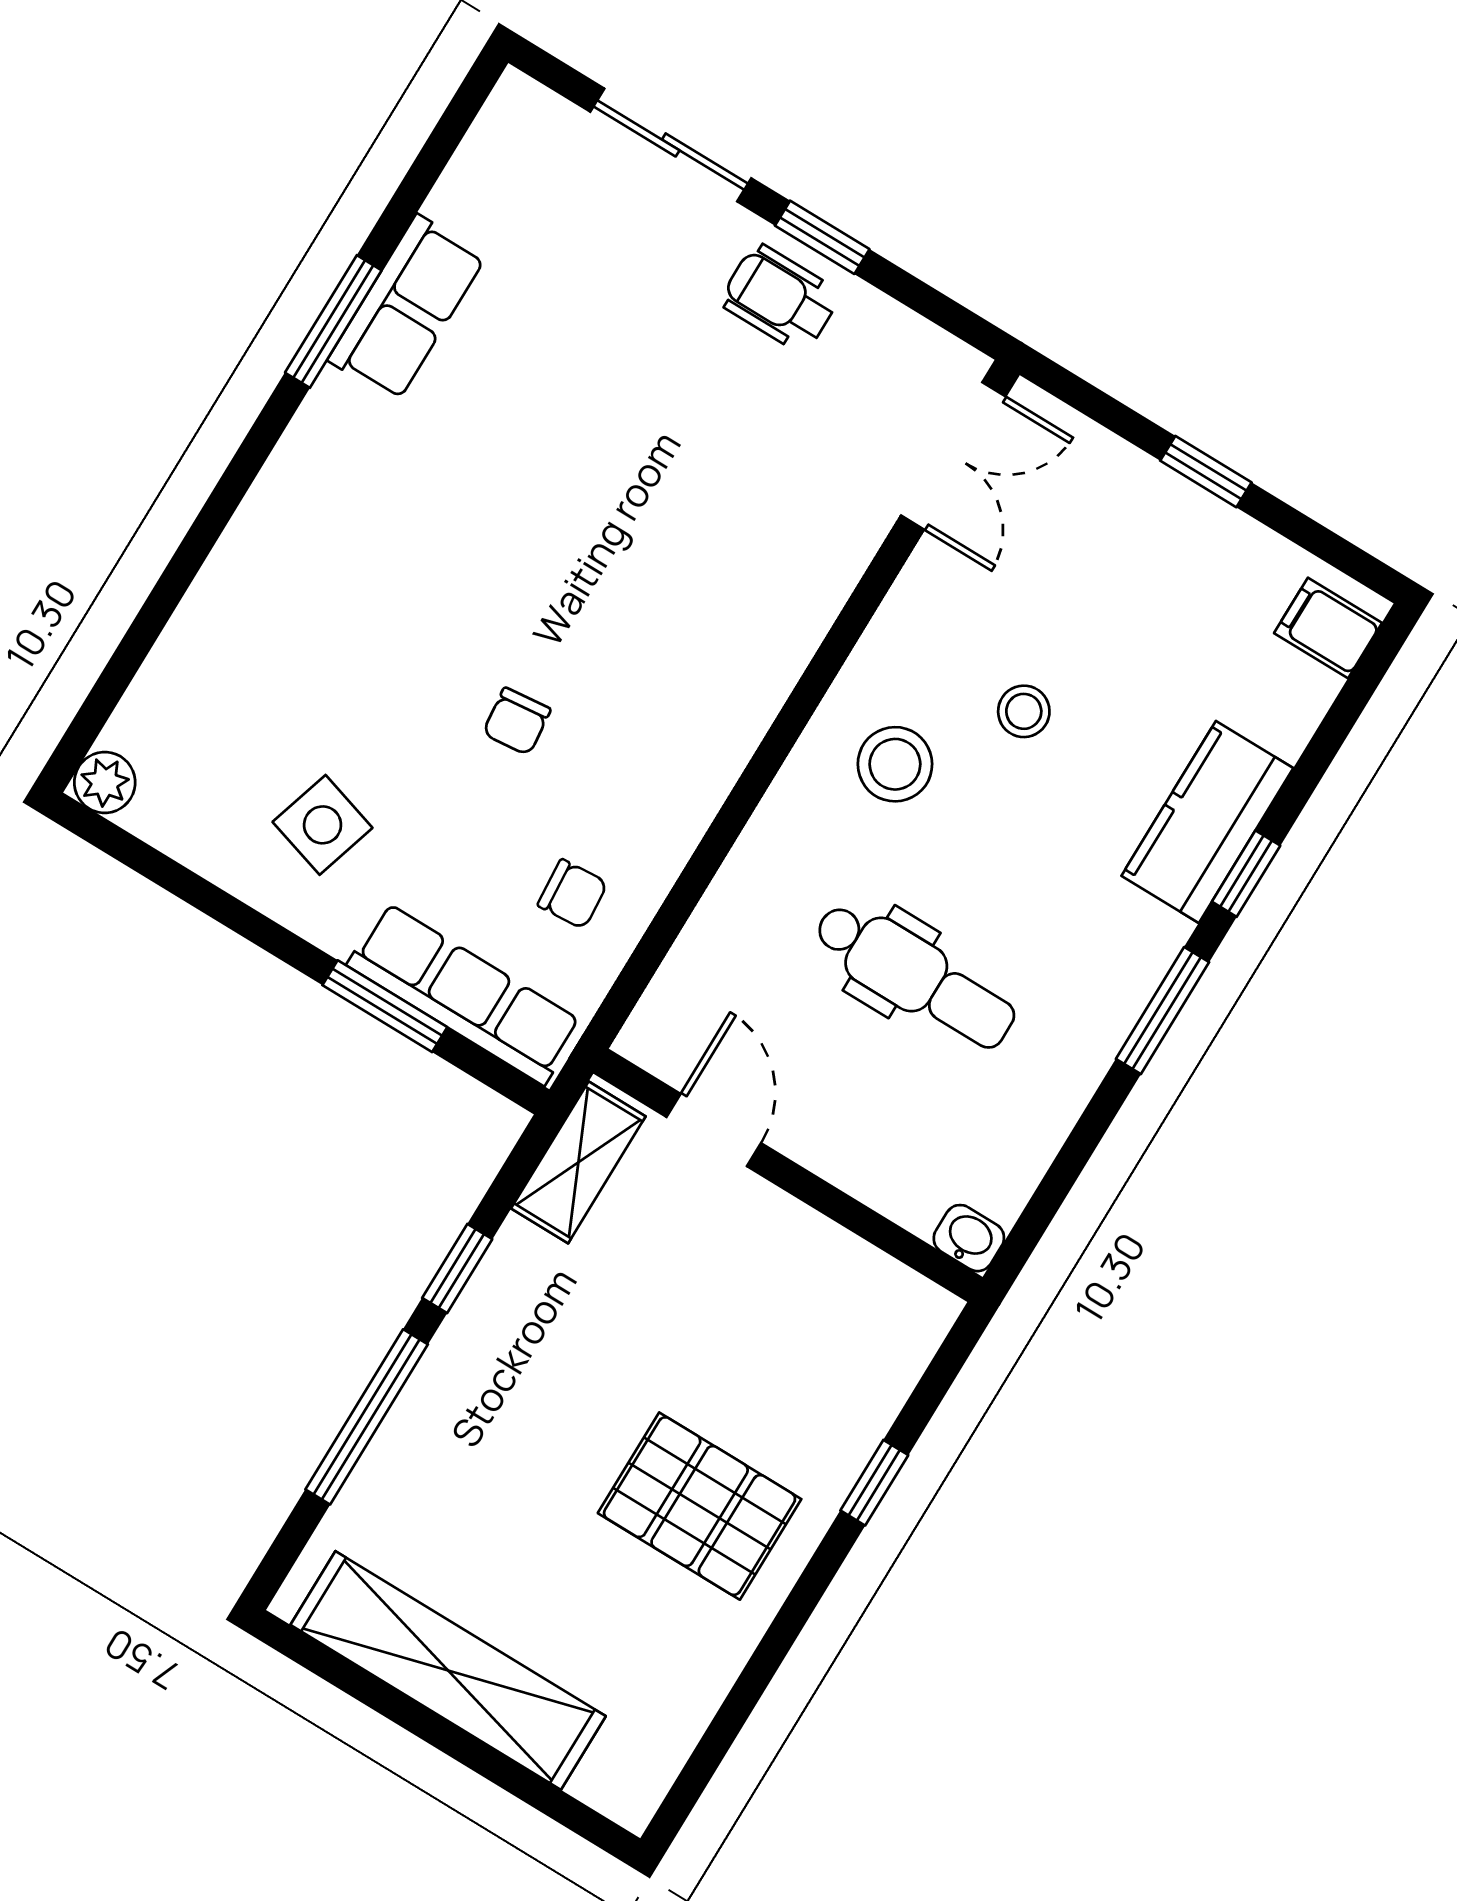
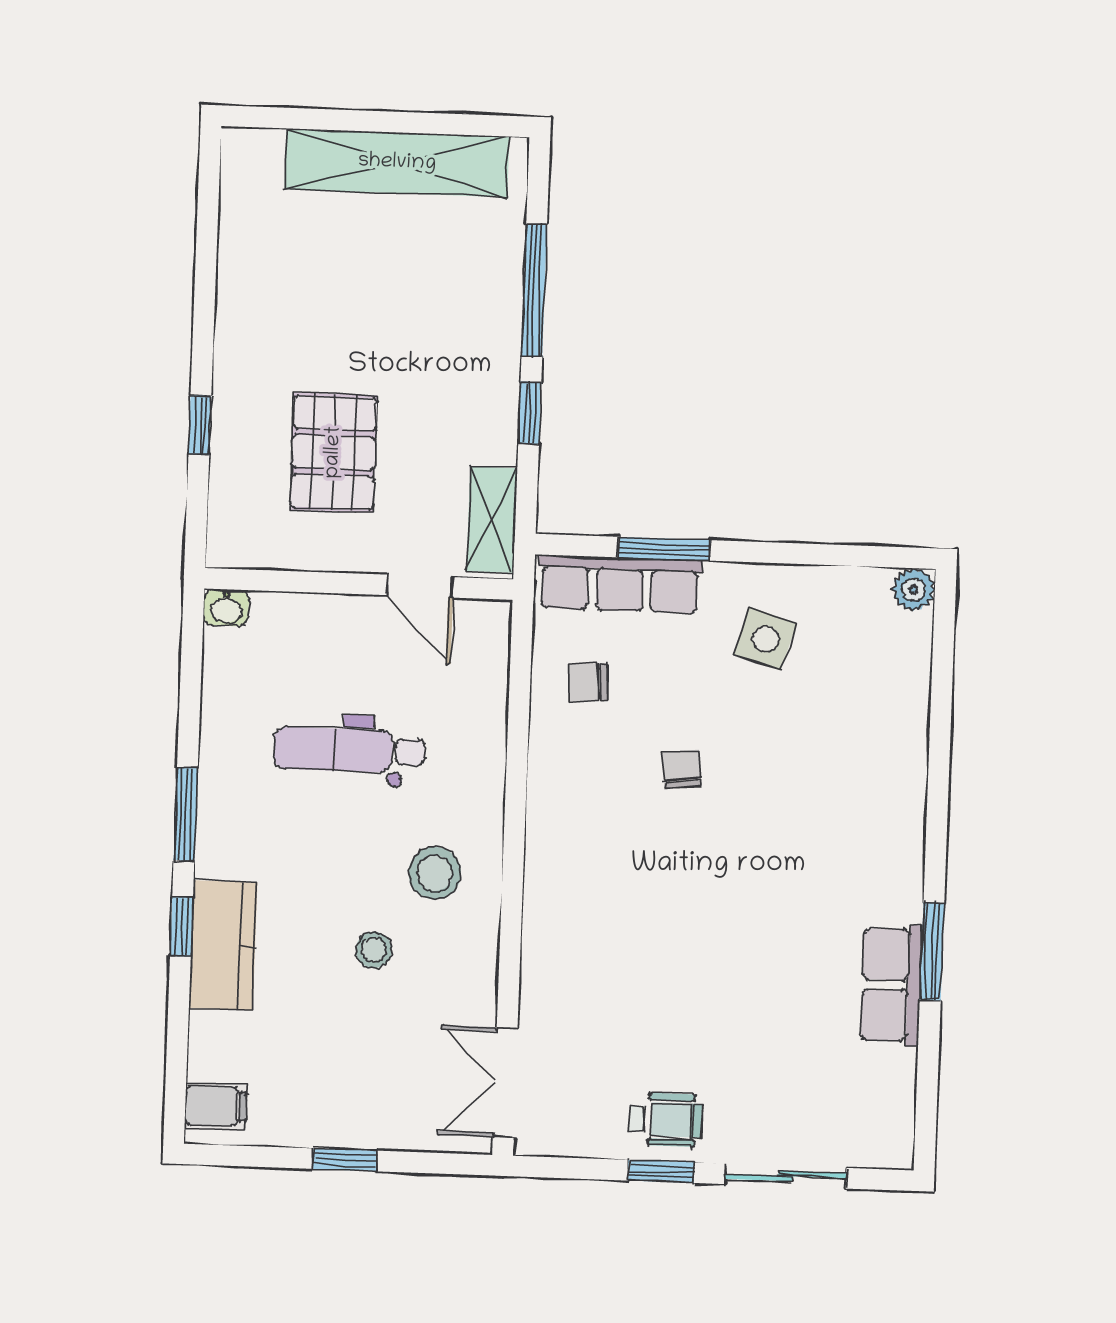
pallet: (700, 1506) -> (334, 452), moved, turned 90

